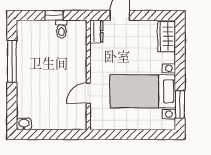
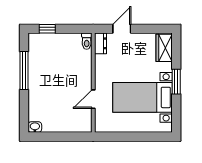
window: (54, 15) -> (47, 29), moved
toilet: (61, 29) -> (87, 41), moved
window: (180, 104) -> (176, 82), moved

